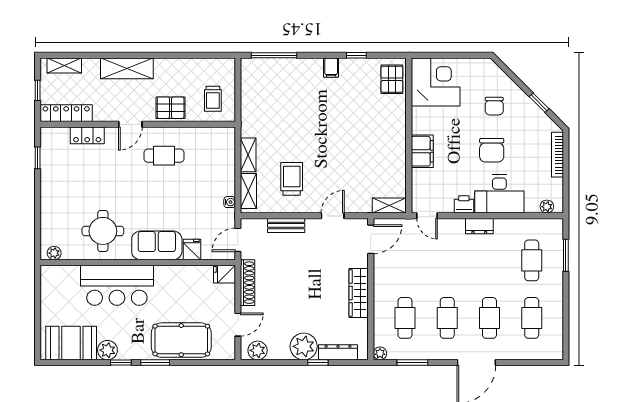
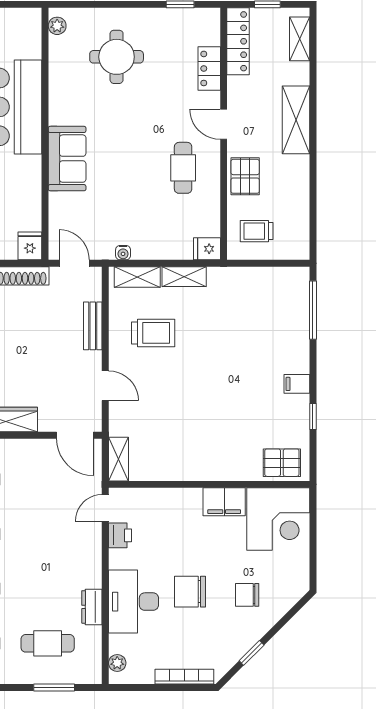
filing cabinet: (422, 151) -> (224, 502), moved
printer: (464, 204) -> (120, 535), moved
dresser: (479, 226) -> (92, 607), moved
round table: (103, 231) -> (117, 57), moved
fridge: (192, 249) -> (207, 249), moved, turned 180

